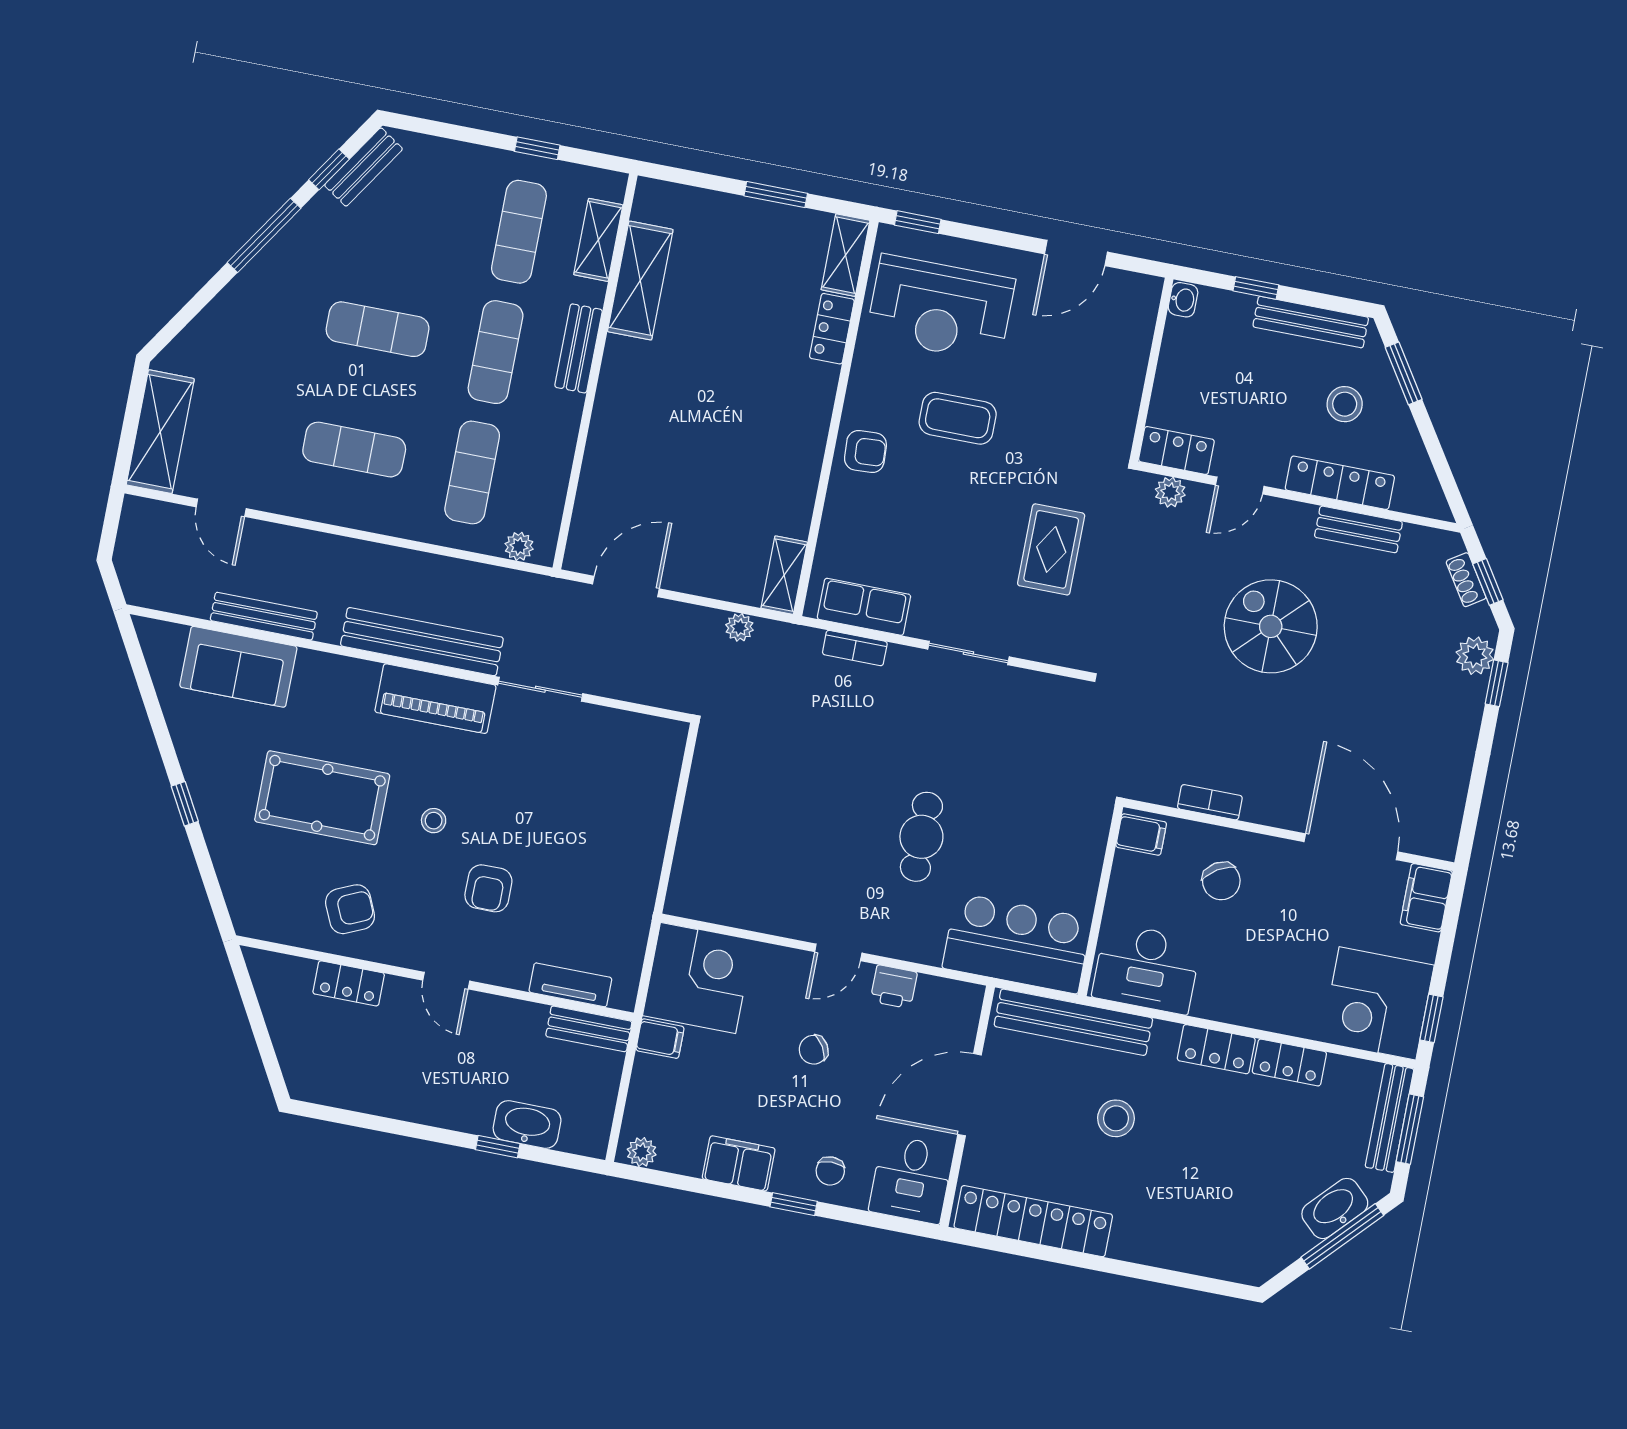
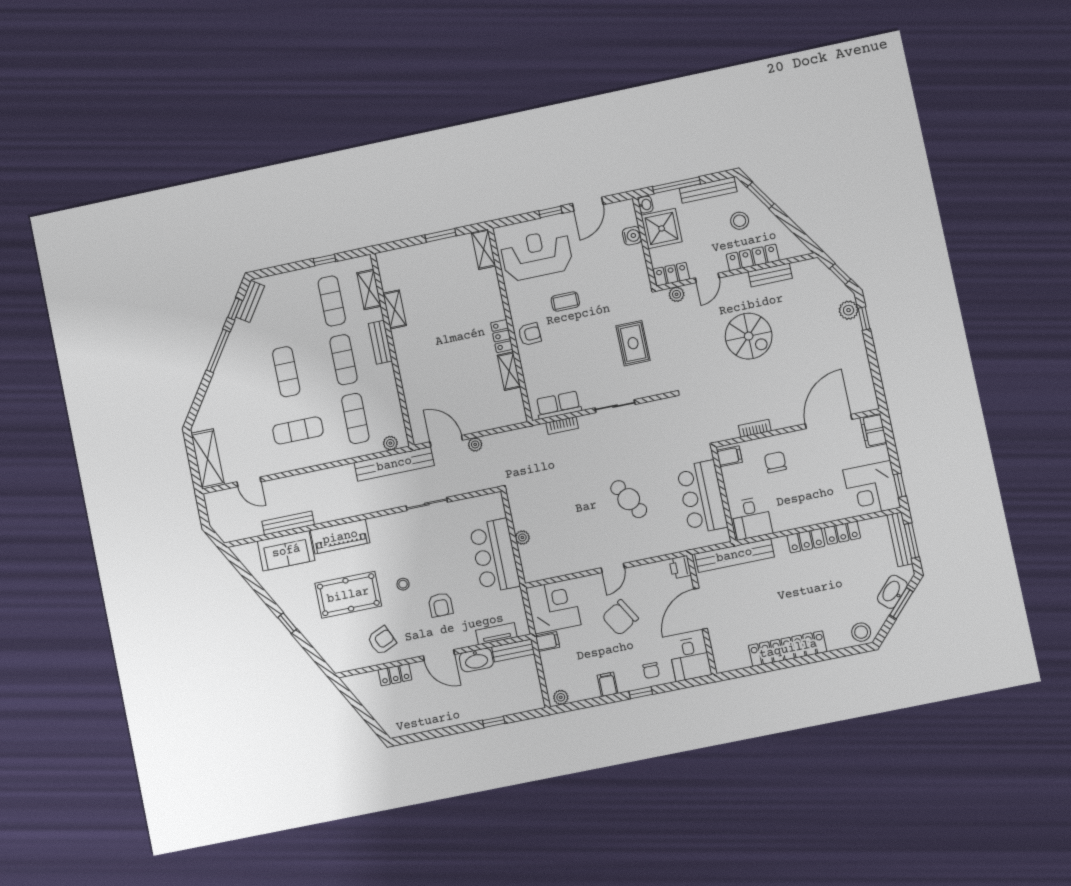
window: (918, 222) -> (550, 212), moved
shelving: (640, 281) -> (395, 309), width x0.67, depth x0.75
window: (1256, 288) -> (677, 185), width x2.17
reception desk: (941, 308) -> (537, 255), turned 180
exercise mat: (378, 329) -> (286, 372), turned 90
locker: (832, 329) -> (502, 336), moved
water cooler: (1133, 347) -> (632, 236), added
shower: (1194, 357) -> (662, 228), added
coffee table: (958, 418) -> (565, 302), width x0.73, depth x0.77
shelving: (784, 575) -> (509, 371), moved
shoe rack: (1466, 580) -> (830, 277), removed
door: (626, 586) -> (446, 441), hinge flipped
spiral stairs: (1271, 626) -> (749, 336), turned 180
plant: (739, 627) -> (475, 444), moved
bench: (422, 642) -> (394, 464), moved
piano: (435, 699) -> (340, 537), moved
plant: (694, 826) -> (522, 537), added
cafe table: (921, 837) -> (629, 499), turned -31
bar counter: (628, 839) -> (495, 556), added
door: (1351, 847) -> (829, 422), hinge flipped
chair: (1221, 881) -> (775, 462), turned -148
bar counter: (1017, 943) -> (702, 497), moved, turned -90
desk: (1147, 968) -> (751, 518), width x0.73
door: (446, 981) -> (439, 655), width x1.38
printer: (894, 987) -> (680, 567), moved, turned 90
chair: (814, 1050) -> (620, 618), width x1.87, depth x1.87
stool: (1116, 1118) -> (861, 632), moved
washbasin: (527, 1124) -> (476, 660), moved, turned 180
filing cabinet: (739, 1163) -> (608, 684), width x0.50
locker: (1033, 1221) -> (788, 649), moved
window: (1342, 1236) -> (901, 603), width x0.69

